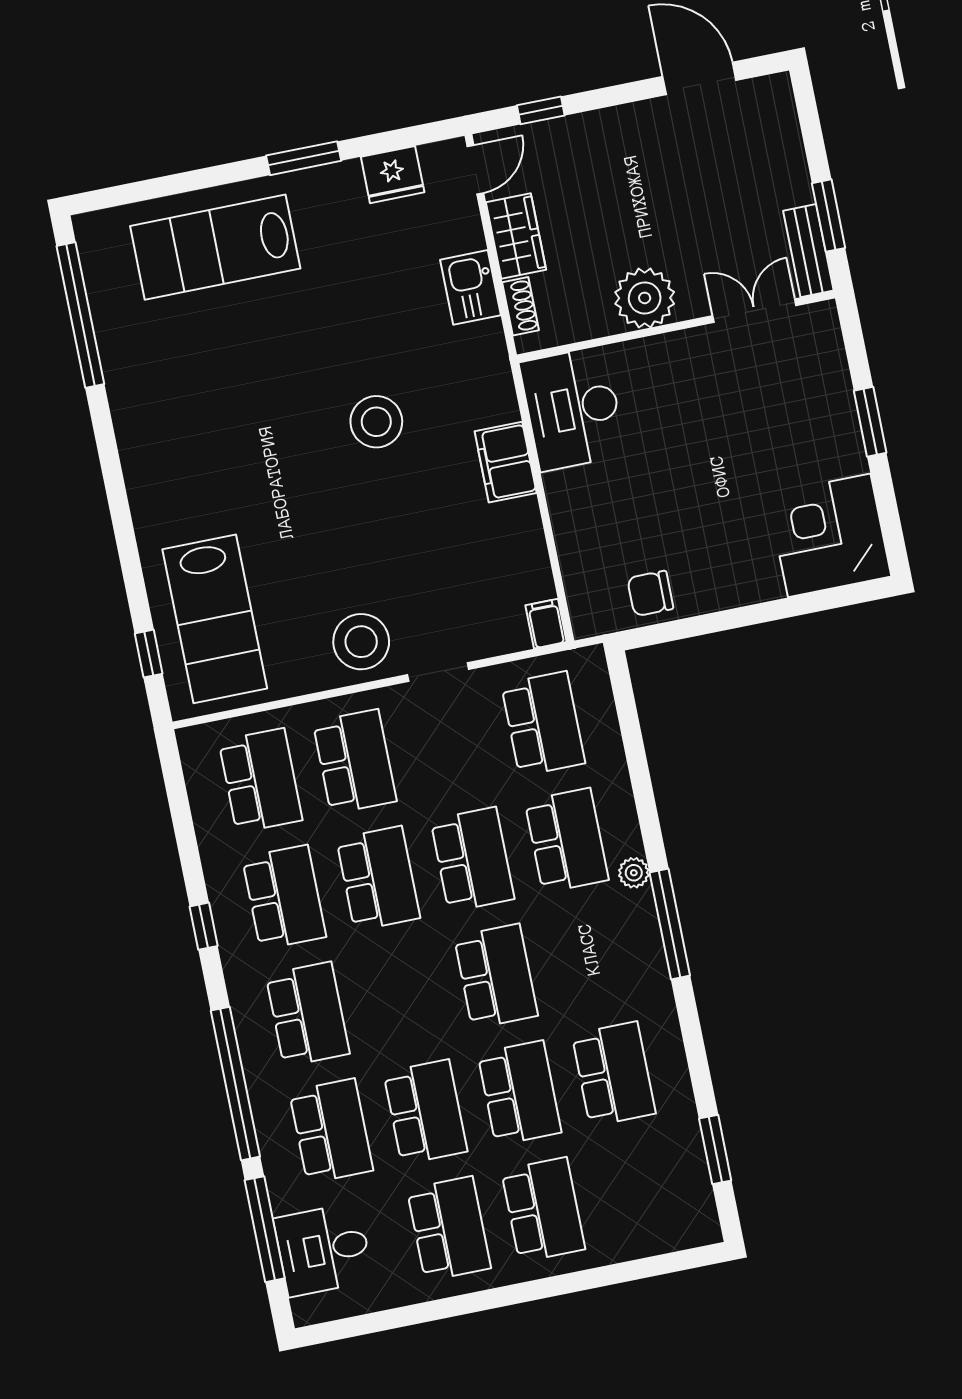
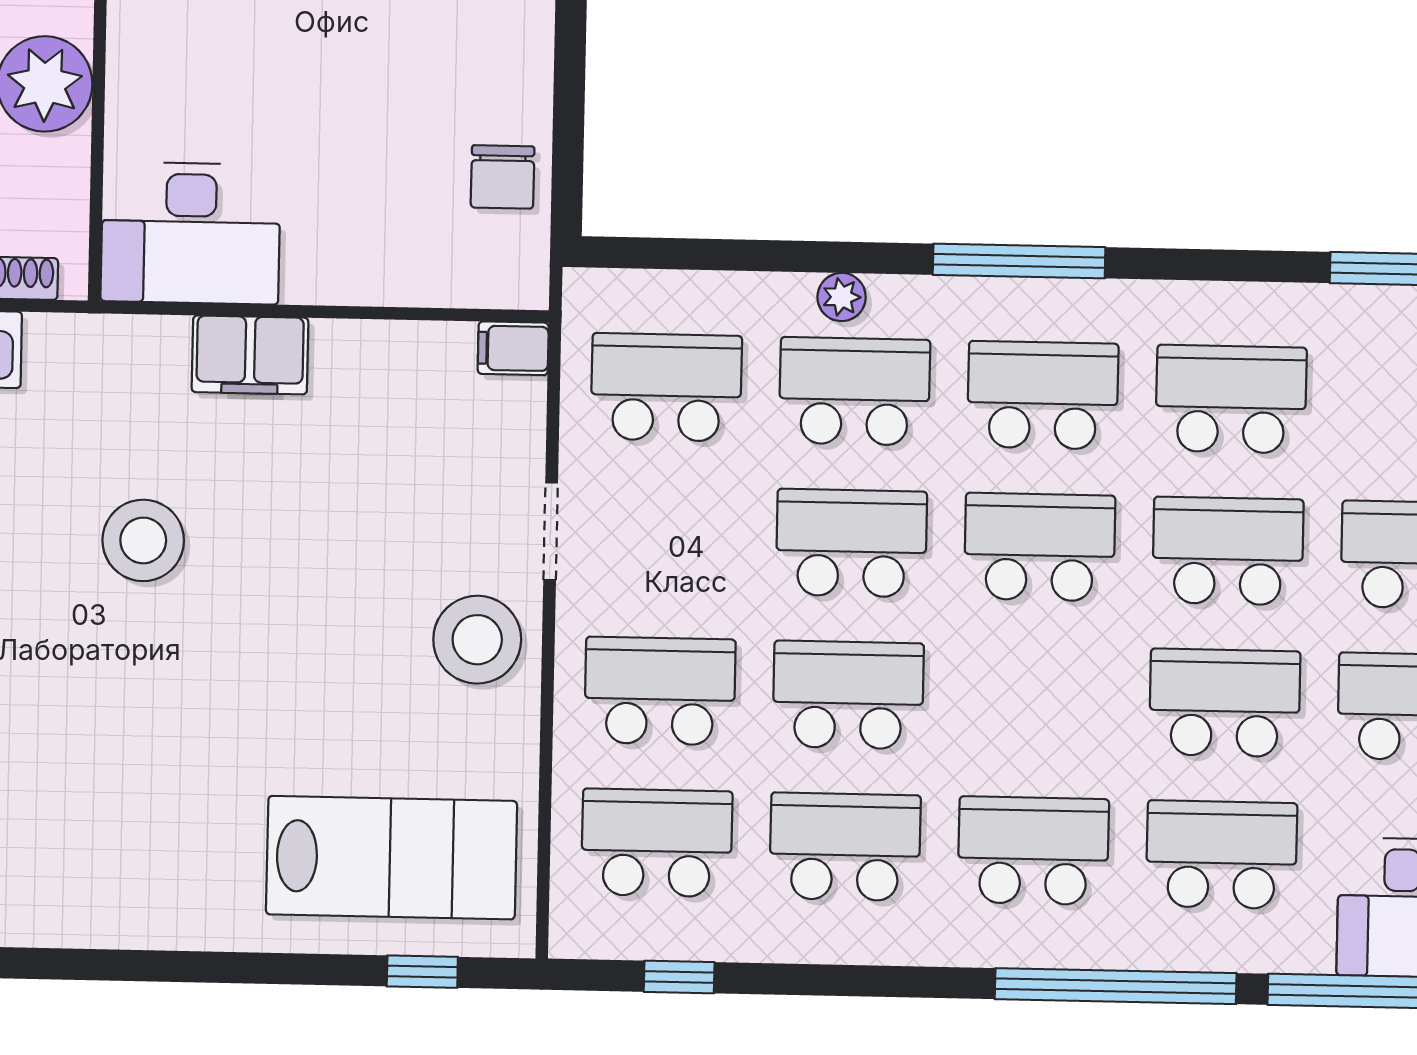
plant: (634, 873) -> (842, 297), moved
window: (204, 926) -> (679, 977), moved
school desk: (590, 957) -> (1043, 395), added

